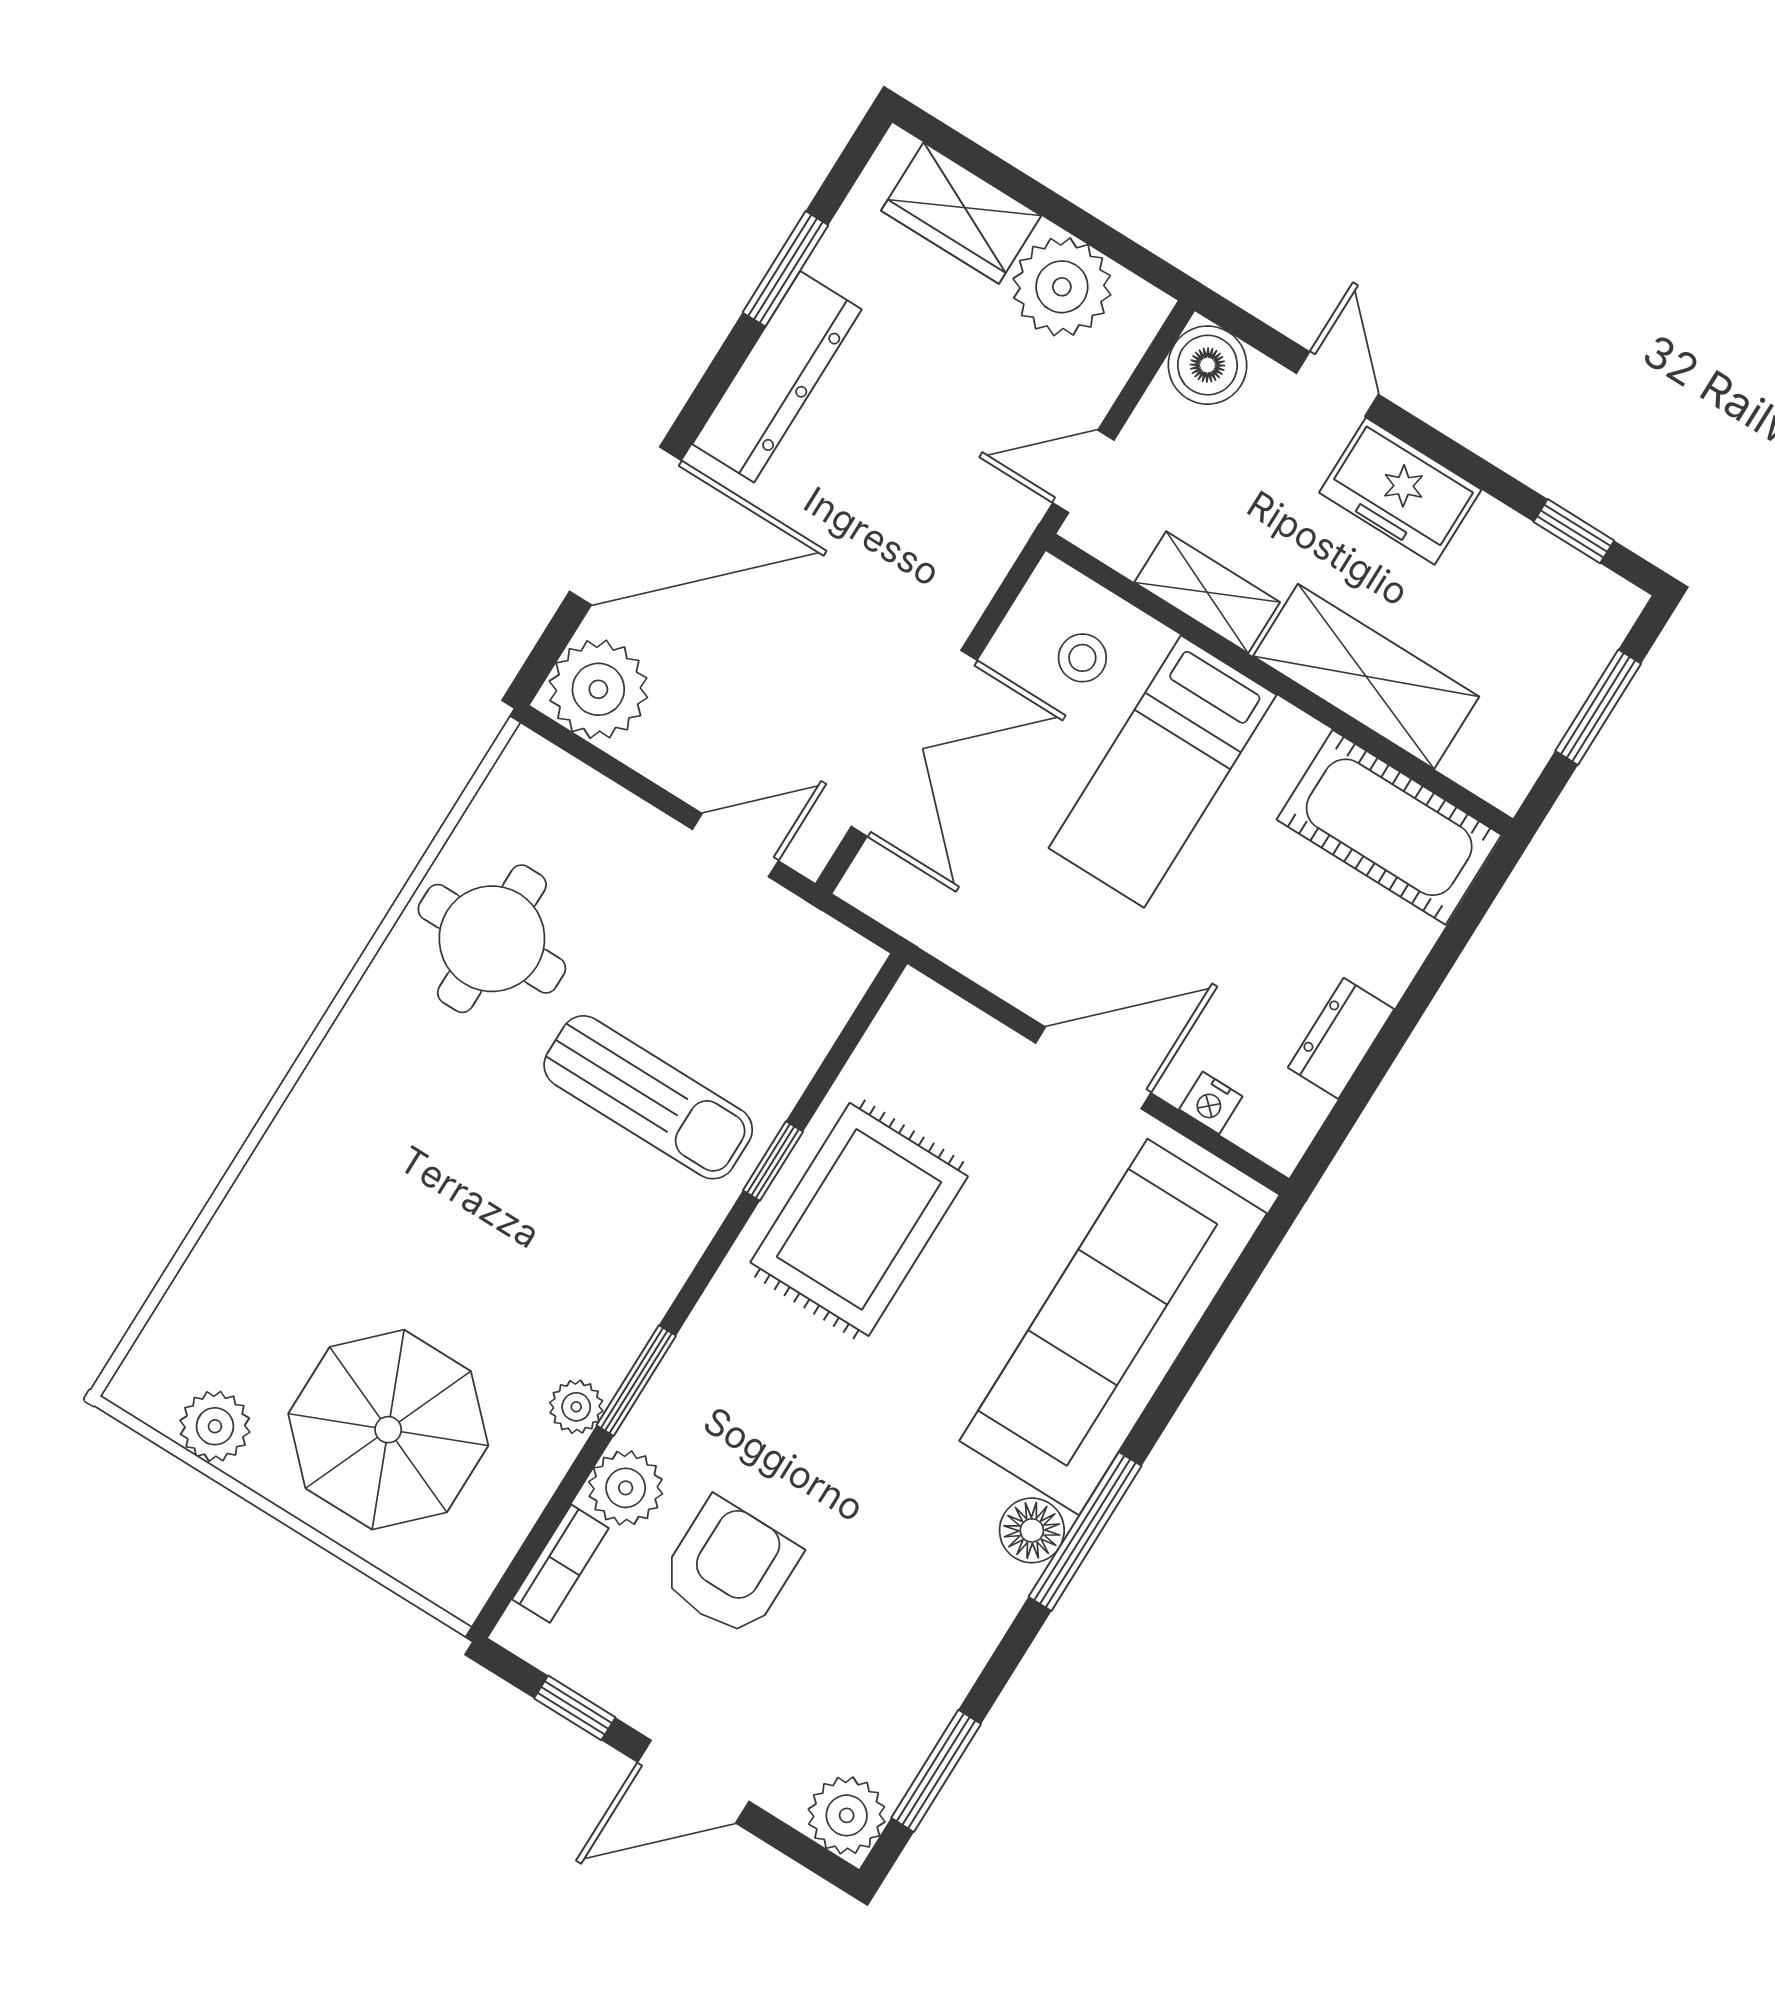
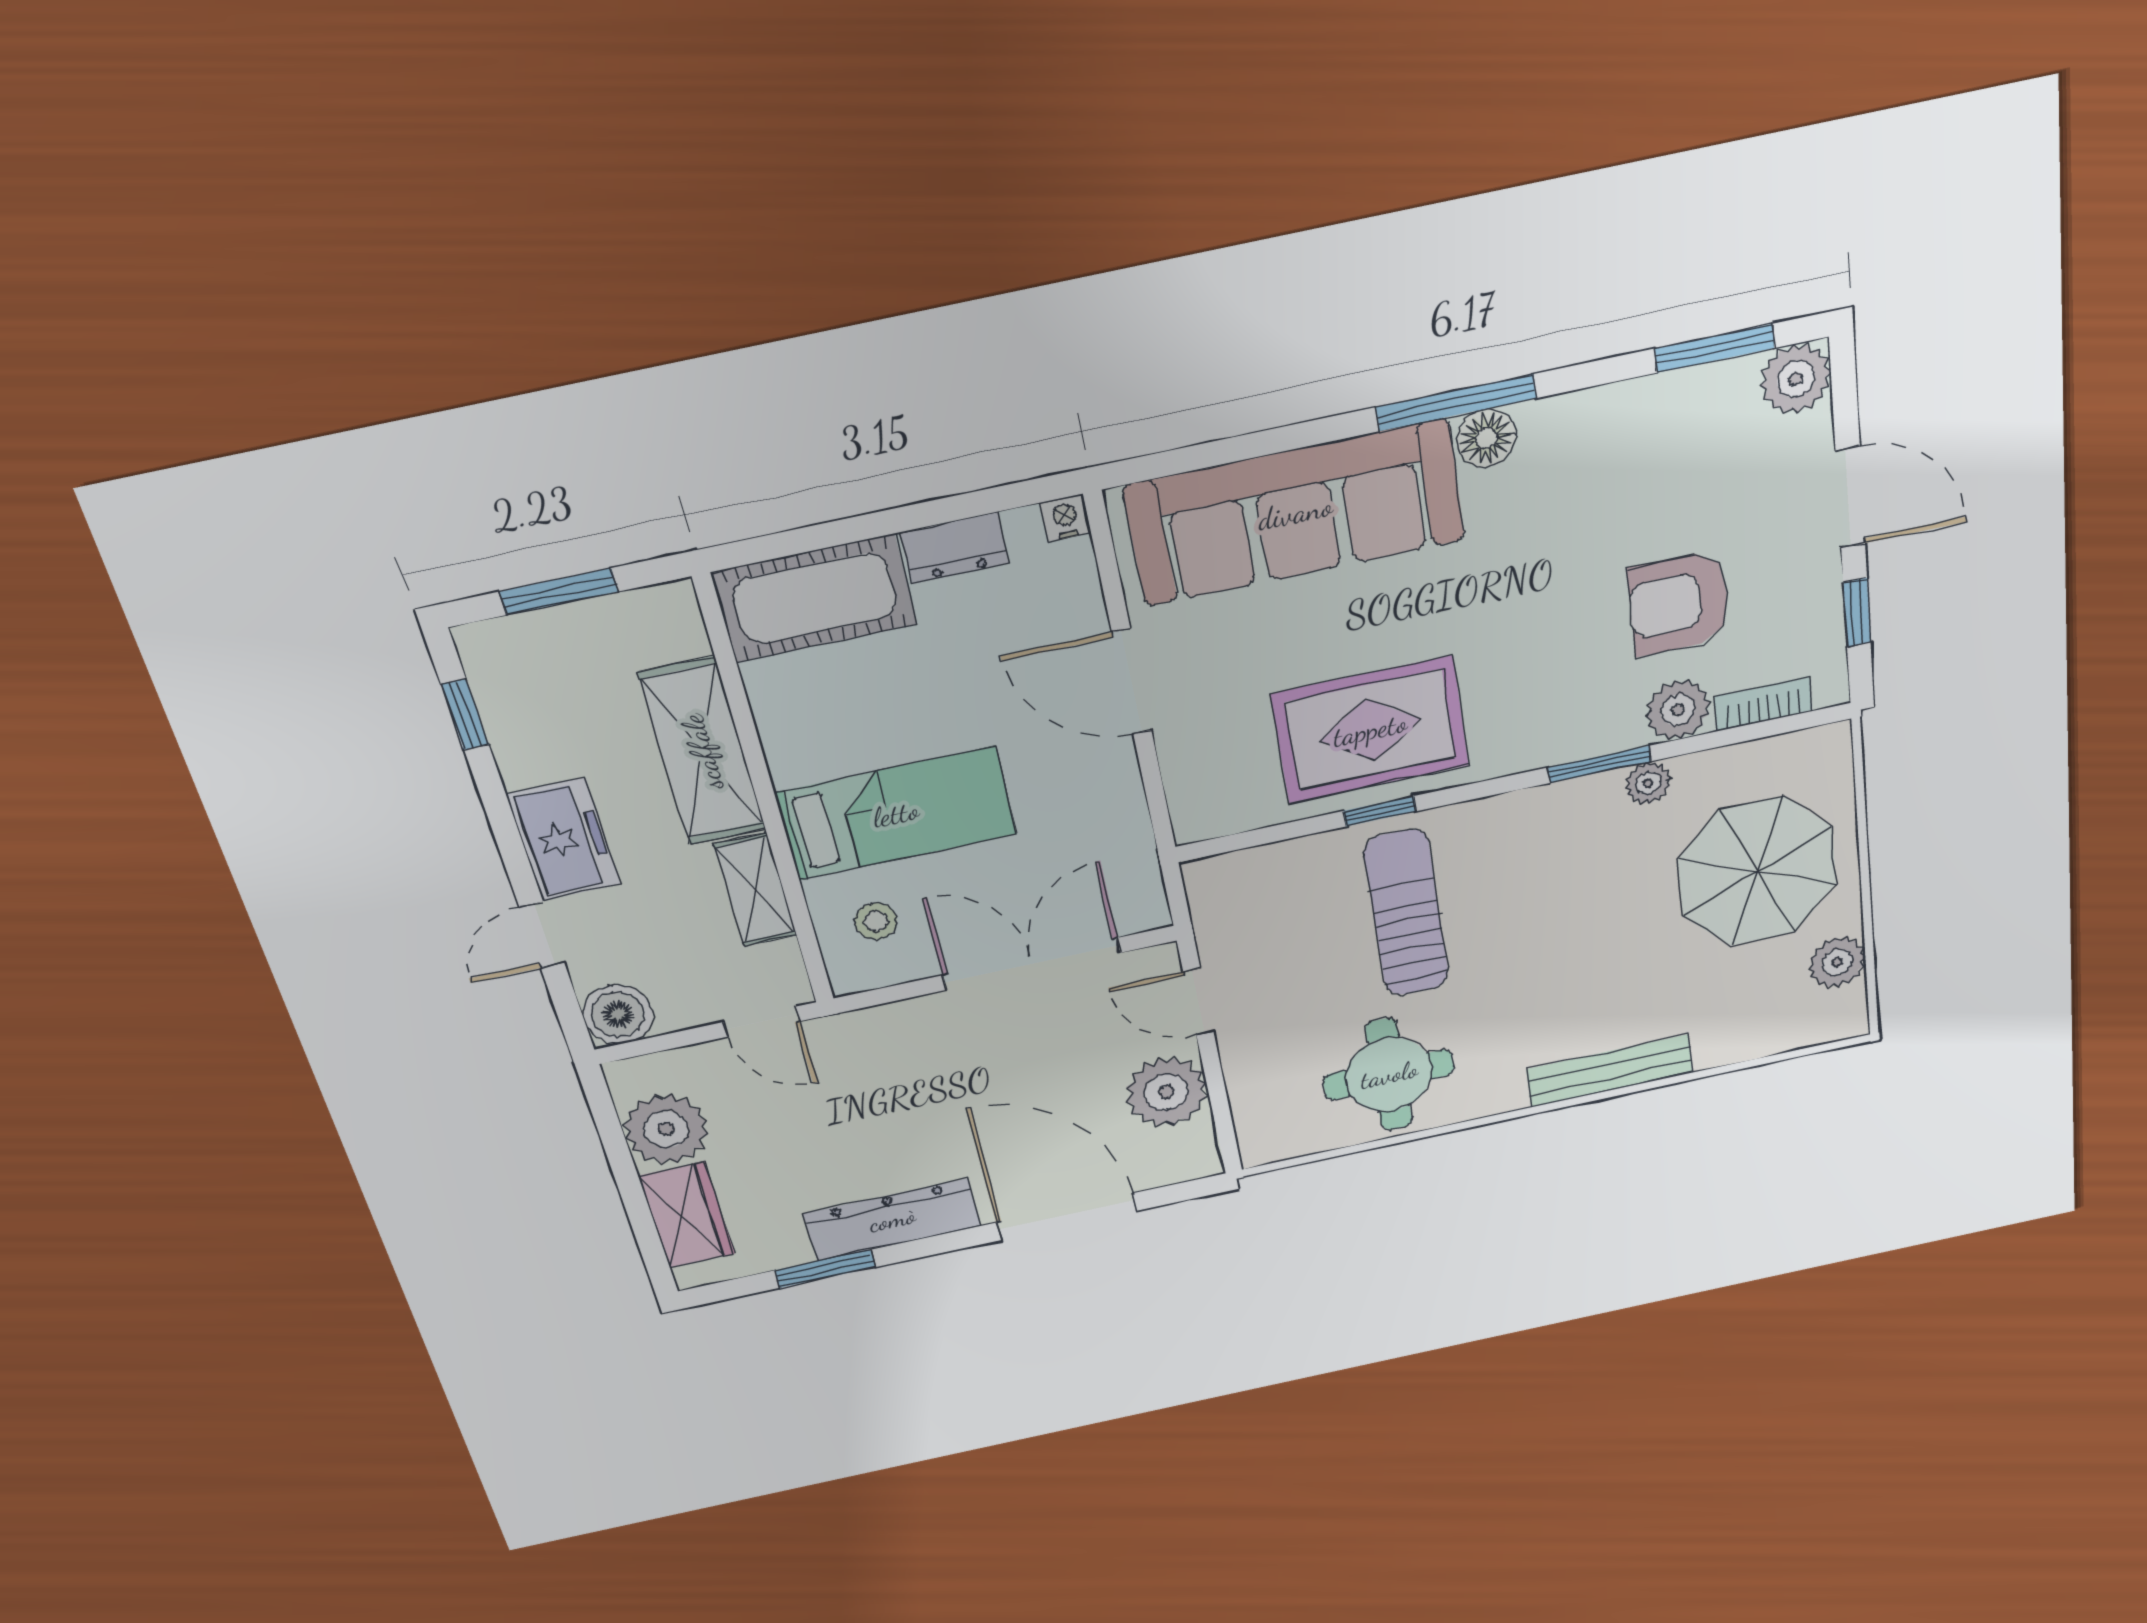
plant: (598, 689) -> (1166, 1092), moved
cot: (1389, 827) -> (815, 598), moved, turned 90
nightstand: (1211, 1103) -> (1065, 518), moved, turned -90
bench: (297, 1134) -> (1610, 1071), added

